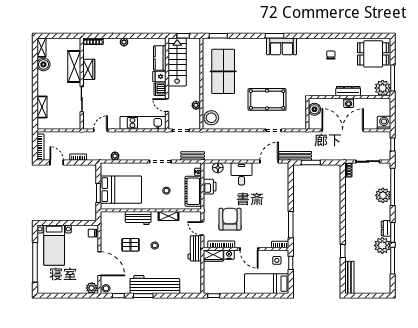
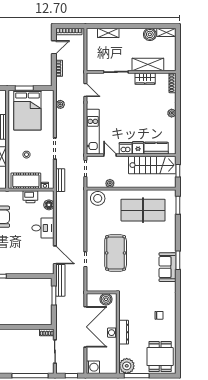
door: (167, 105) -> (110, 155), hinge flipped
plant: (383, 195) -> (22, 366), removed

